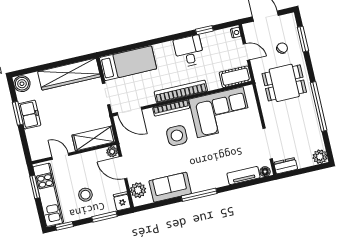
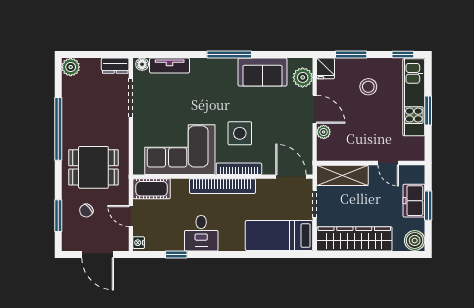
shelving: (94, 138) -> (342, 175), moved
wall: (74, 153) -> (371, 163), moved
door: (60, 156) -> (388, 163), moved

